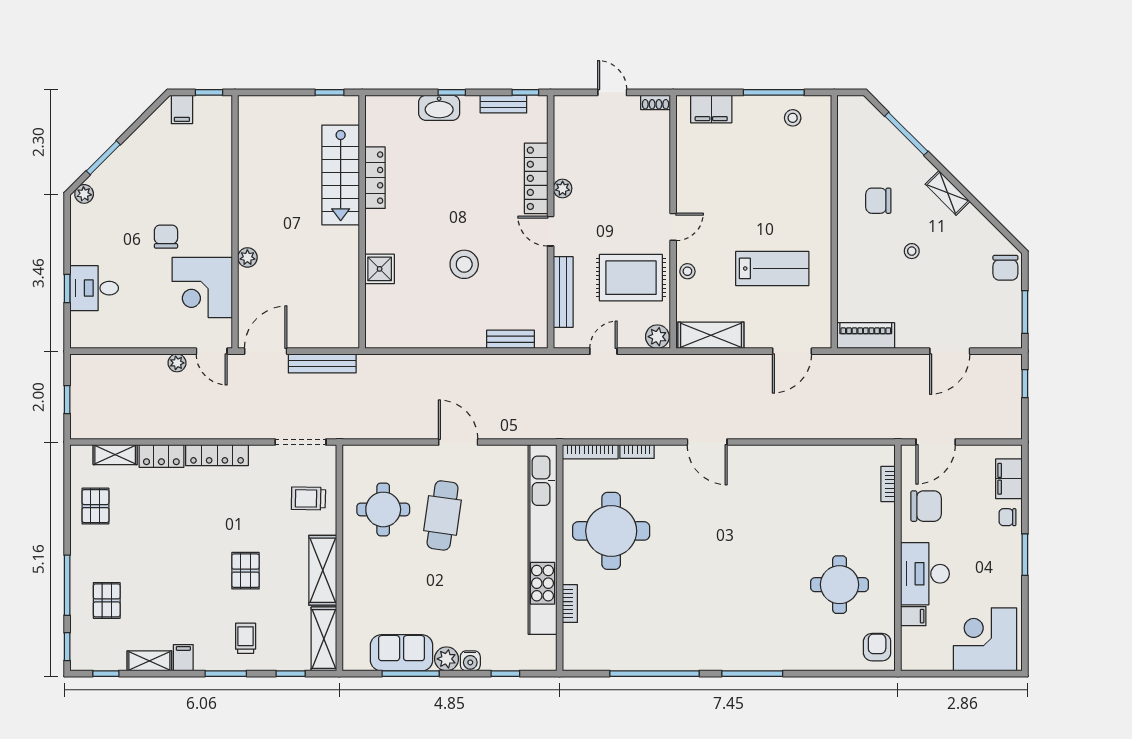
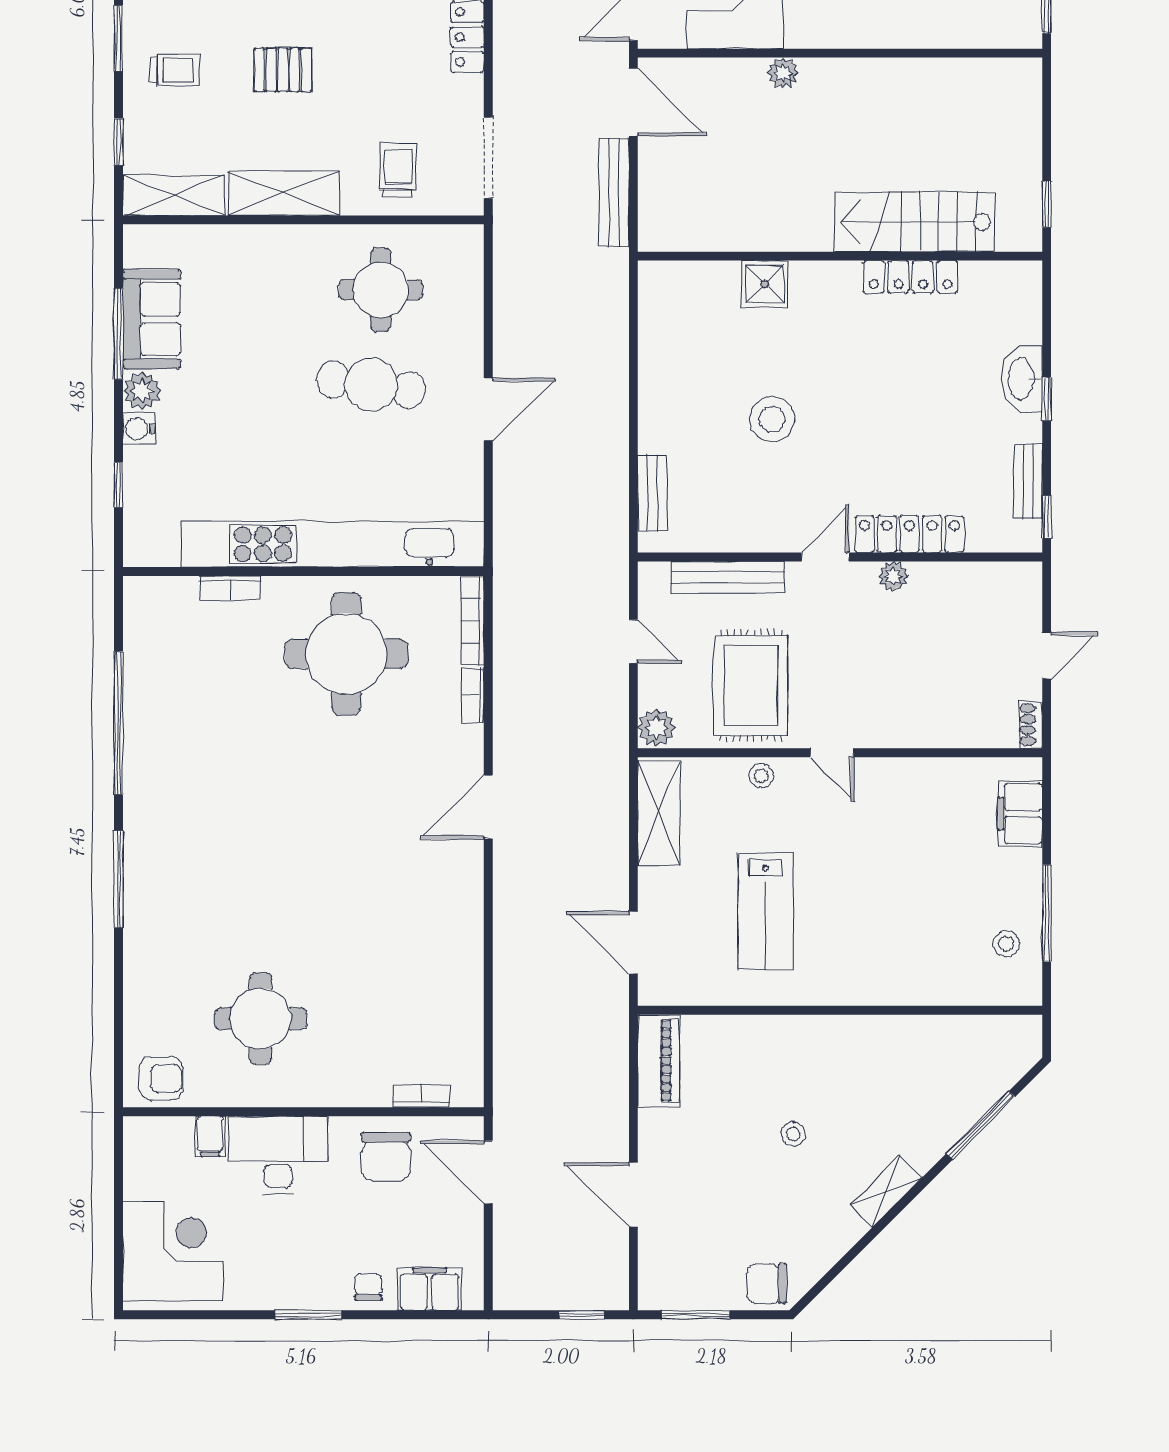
chair: (878, 201) -> (874, 1081), removed

